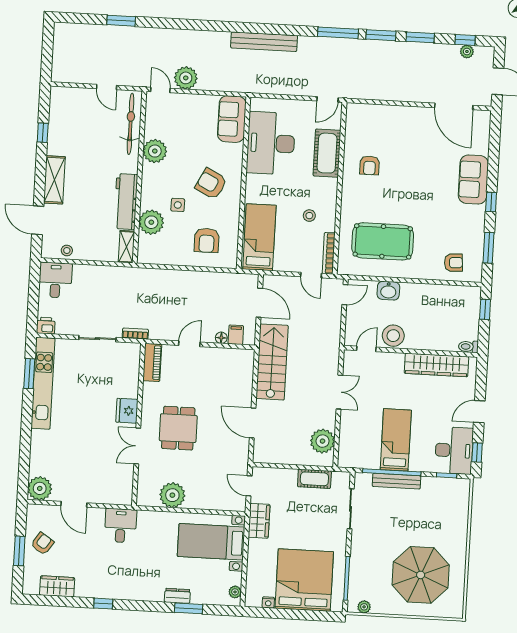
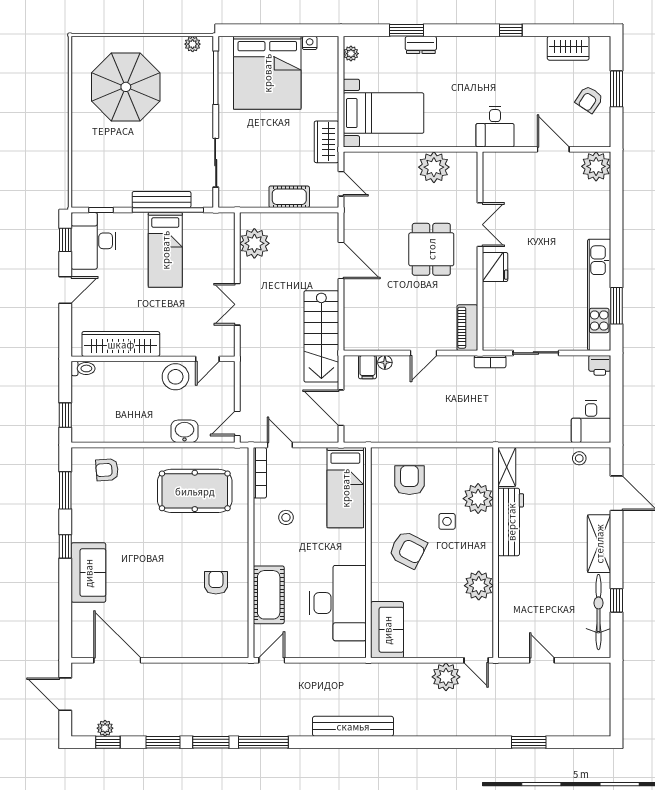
bicycle: (130, 124) -> (598, 612), moved, turned 180
cot: (314, 479) -> (289, 197), moved

